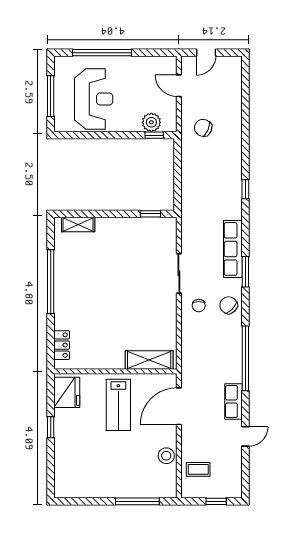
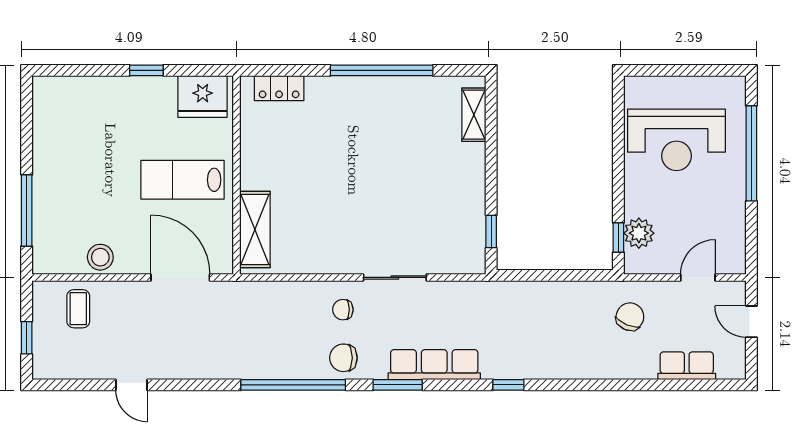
window: (51, 96) -> (681, 70), removed
window: (245, 189) -> (508, 385), moved
chair: (229, 305) -> (343, 358), turned -135
window: (245, 358) -> (293, 385), moved
row of seats: (233, 401) -> (687, 366), moved

